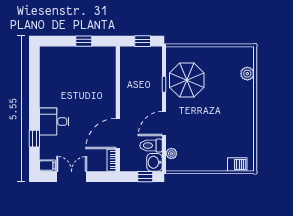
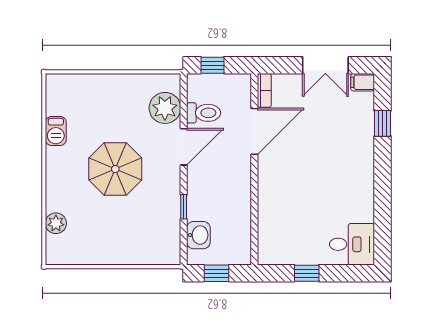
parasol: (187, 80) -> (115, 169), moved
desk: (54, 122) -> (352, 244), moved
plant: (171, 153) -> (165, 108), width x1.88, depth x1.88
washbasin: (154, 162) -> (198, 235), moved
barbecue: (237, 165) -> (56, 131), moved, turned -90

